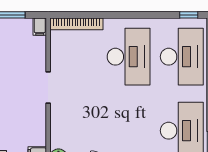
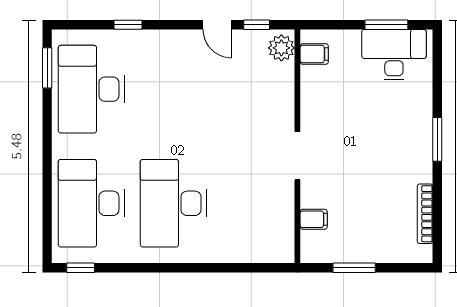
bookcase: (76, 24) -> (254, 254), removed
filing cabinet: (40, 27) -> (314, 219), moved, turned 90

